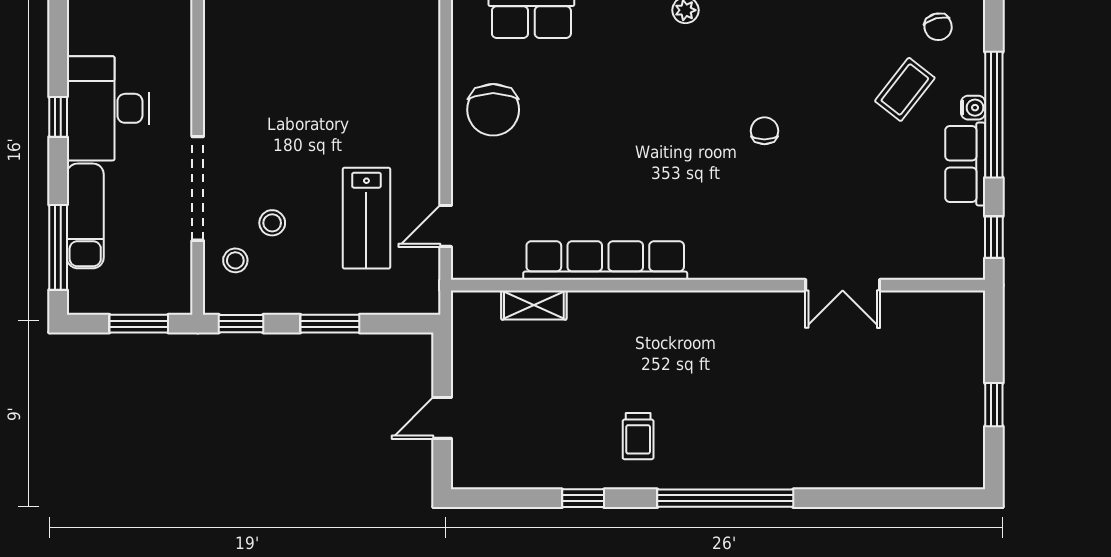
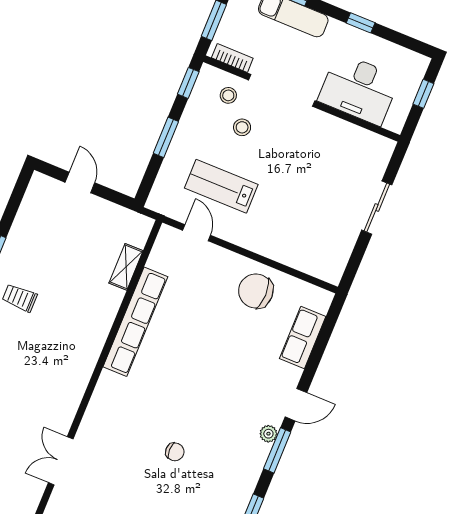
desk: (108, 108) -> (359, 89), moved, turned 180
bookcase: (181, 276) -> (232, 58), added

